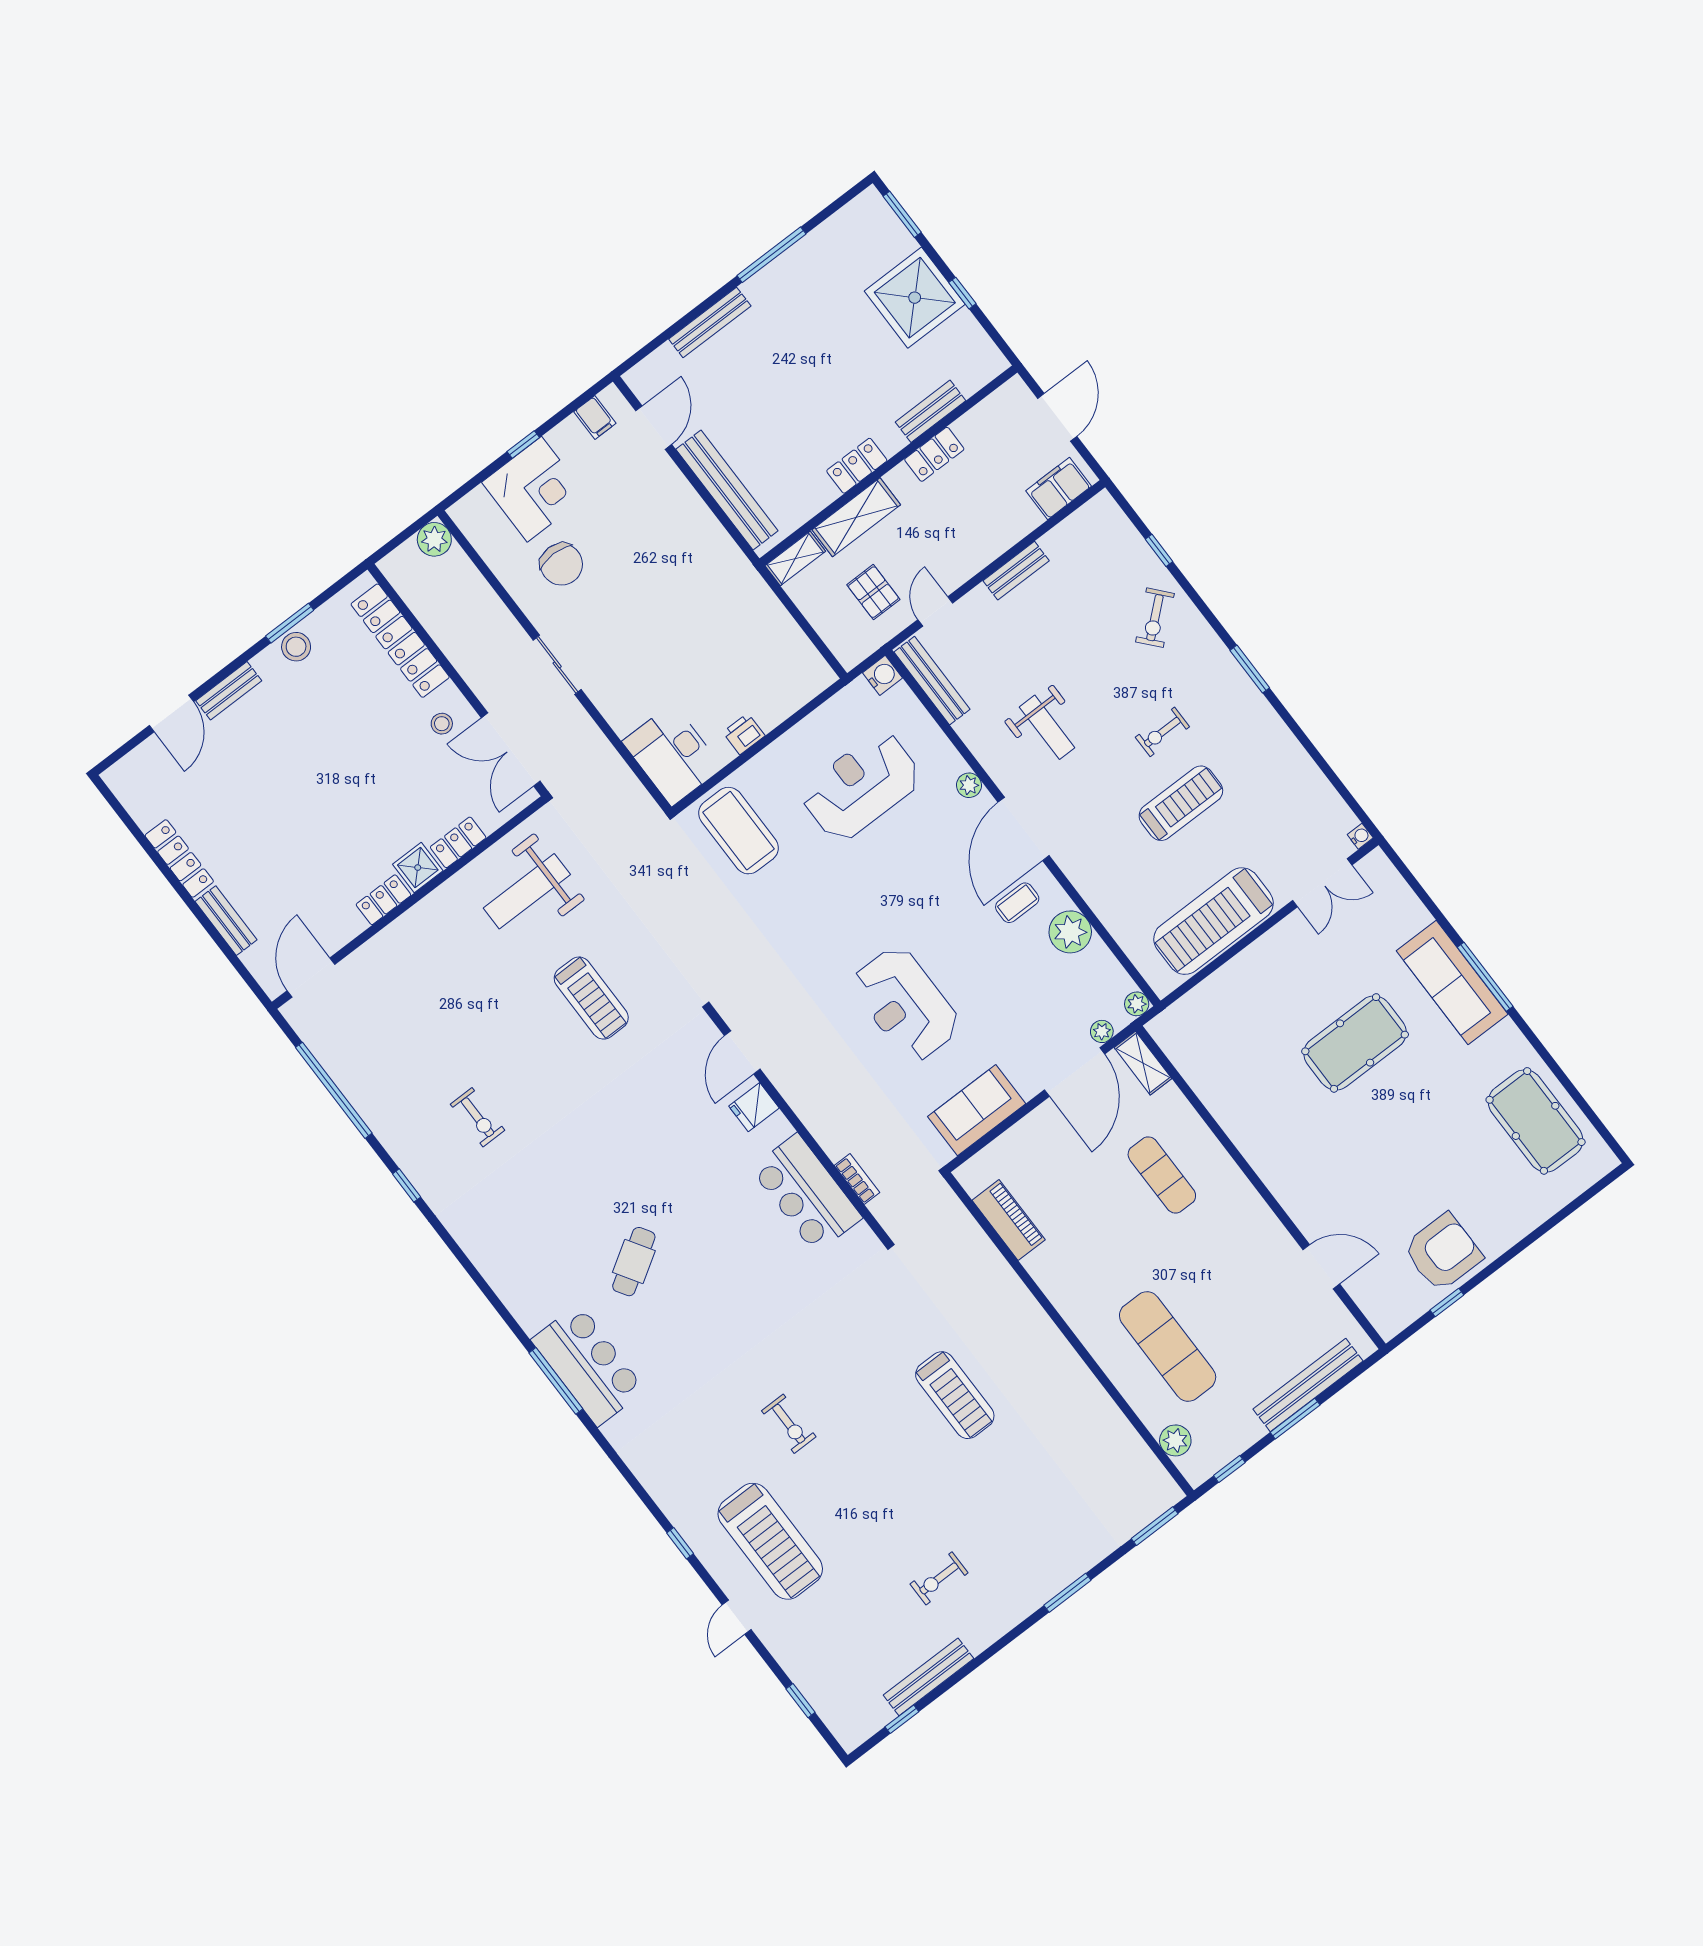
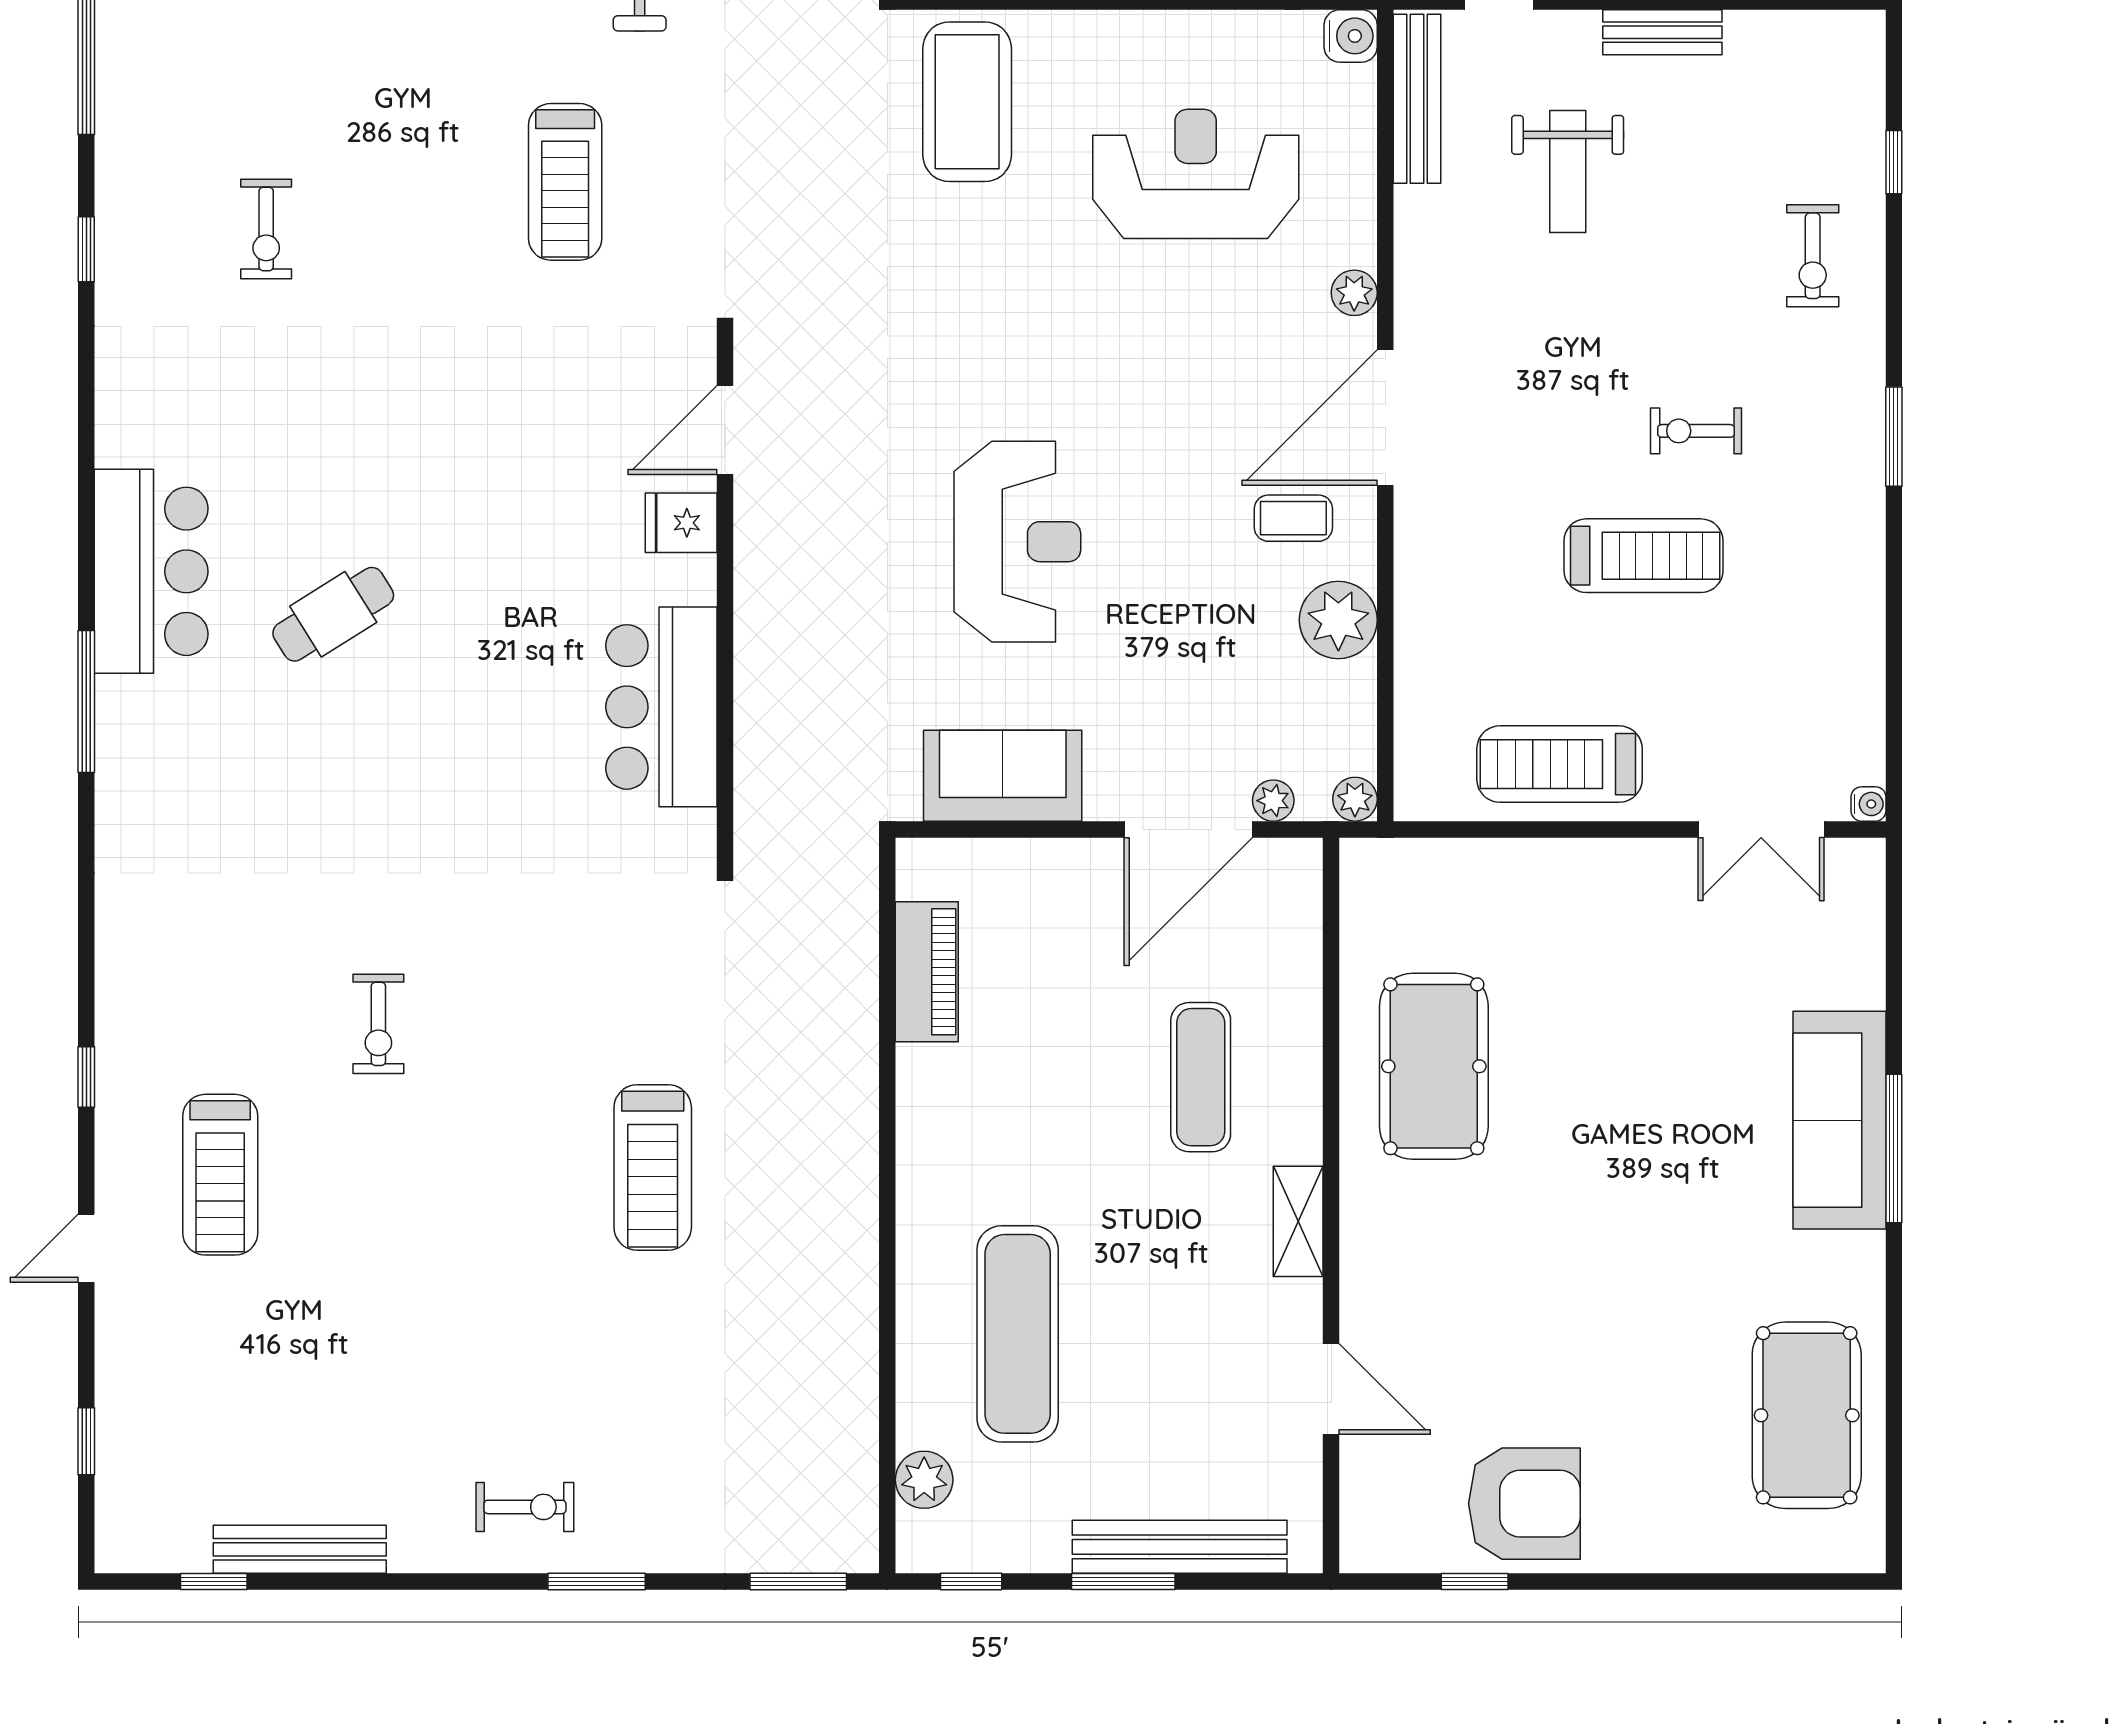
exercise bike: (1155, 618) -> (1813, 256), turned -49
weight bench: (1047, 727) -> (1568, 172), moved
treadmill: (1213, 921) -> (1560, 764), width x0.73, depth x0.73
reception desk: (906, 1004) -> (1017, 542), turned 180
pool table: (1355, 1043) -> (1434, 1066), moved, turned 90
shelving: (1143, 1063) -> (1298, 1221), moved
bookcase: (857, 1179) -> (751, 743), removed
bar counter: (588, 1365) -> (151, 571), moved
treadmill: (770, 1541) -> (220, 1175), width x0.73, depth x0.73
exercise bike: (939, 1578) -> (525, 1507), moved, turned 180

